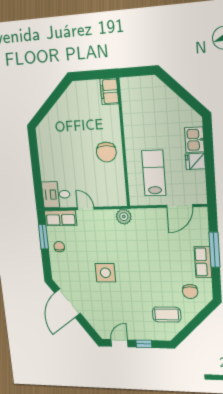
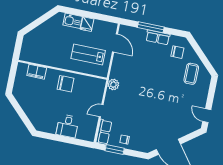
filing cabinet: (109, 91) -> (37, 72), moved
desk: (56, 194) -> (68, 126), moved
side table: (105, 273) -> (151, 110), removed
window: (144, 344) -> (211, 97), removed

